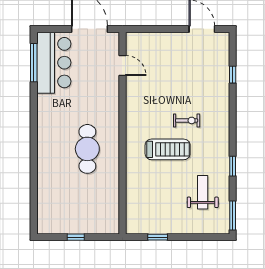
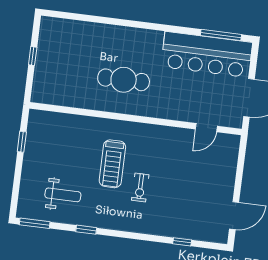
bar counter: (54, 63) -> (207, 55), width x1.36

